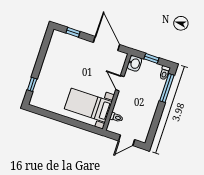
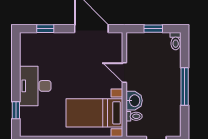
washbasin: (134, 63) -> (134, 101), moved
desk: (52, 71) -> (35, 86), added
window: (167, 88) -> (185, 87), moved

